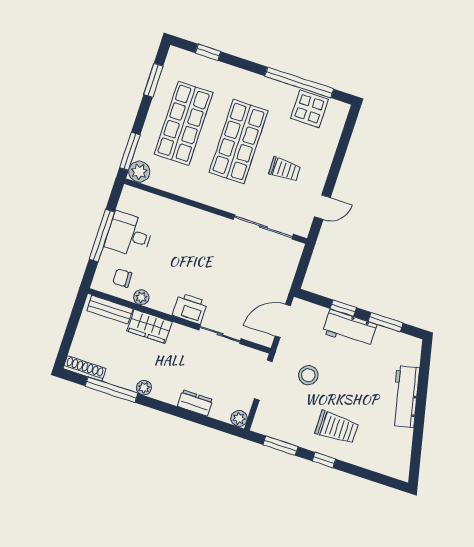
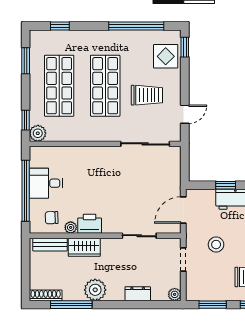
display table: (309, 109) -> (166, 56), moved
window: (349, 127) -> (185, 47), added
window: (130, 151) -> (26, 120), width x0.67
trolley: (285, 169) -> (147, 95), width x1.36, depth x1.39
window: (102, 236) -> (26, 191), width x1.46
printer: (190, 308) -> (90, 224), moved
doorway: (263, 380) -> (183, 259), width x0.73
plant: (144, 388) -> (95, 290), width x1.88, depth x1.88

